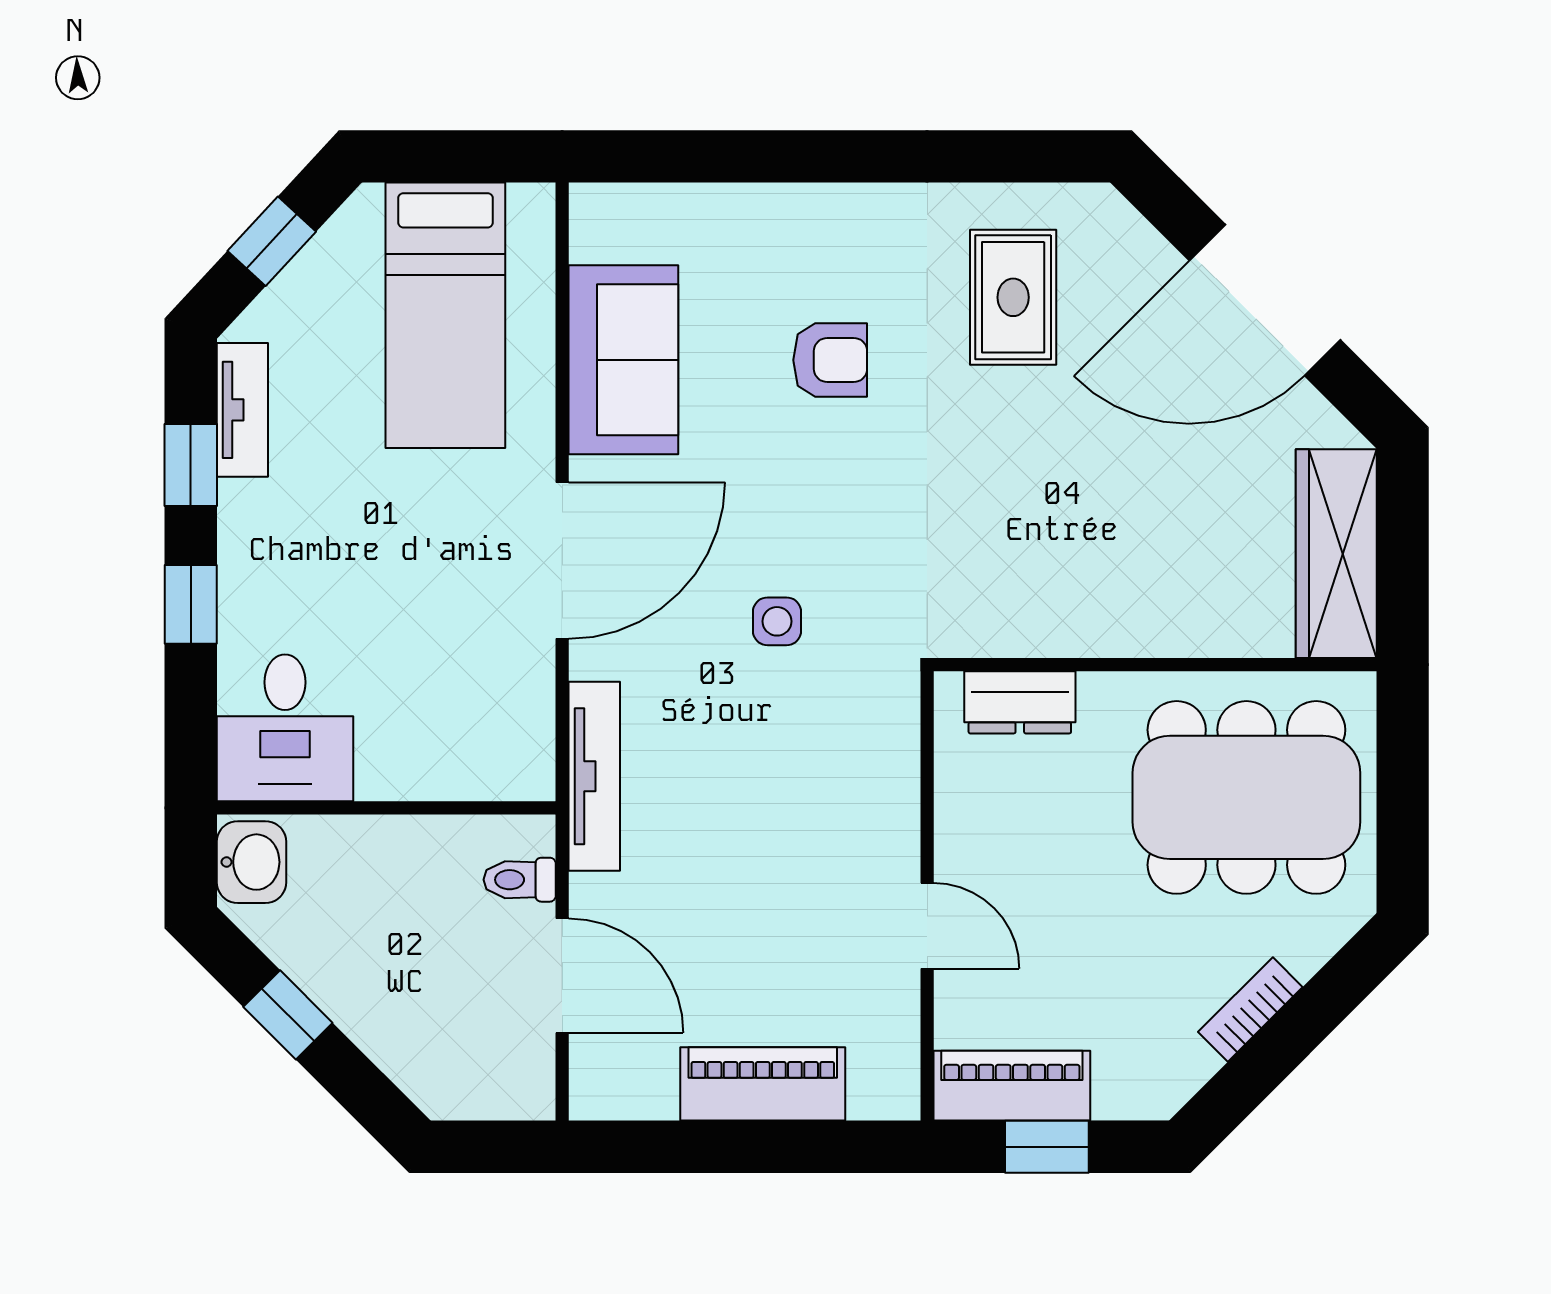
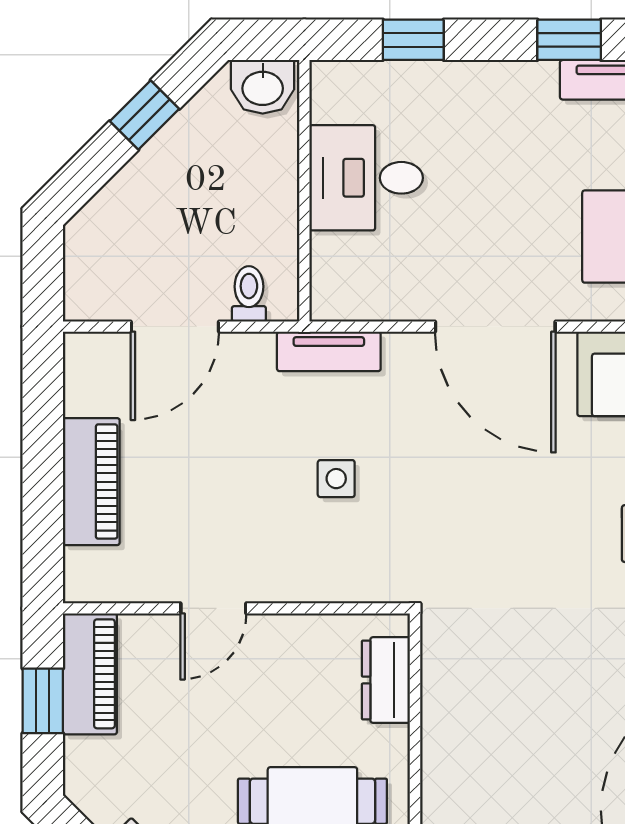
window: (191, 604) -> (413, 40), moved
side table: (777, 621) -> (336, 479), moved
desk: (285, 728) -> (366, 178), moved
tv unit: (594, 776) -> (329, 351), width x0.71

